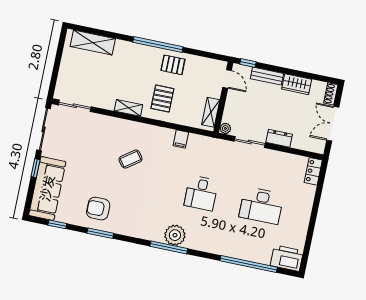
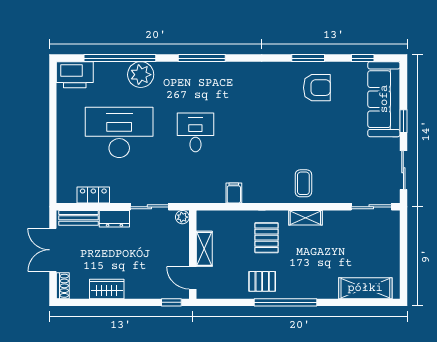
bench: (267, 76) -> (78, 218), moved
shelving: (211, 112) -> (204, 249), moved
double door: (333, 124) -> (53, 250), swing flipped
sliding door: (44, 129) -> (403, 170), width x0.73
coffee table: (131, 159) -> (303, 183), moved, turned -54
locker: (313, 171) -> (93, 195), moved, turned -90
desk: (261, 206) -> (119, 132), width x1.36, depth x1.30
plant: (175, 235) -> (141, 75), moved
window: (169, 247) -> (202, 58), moved

